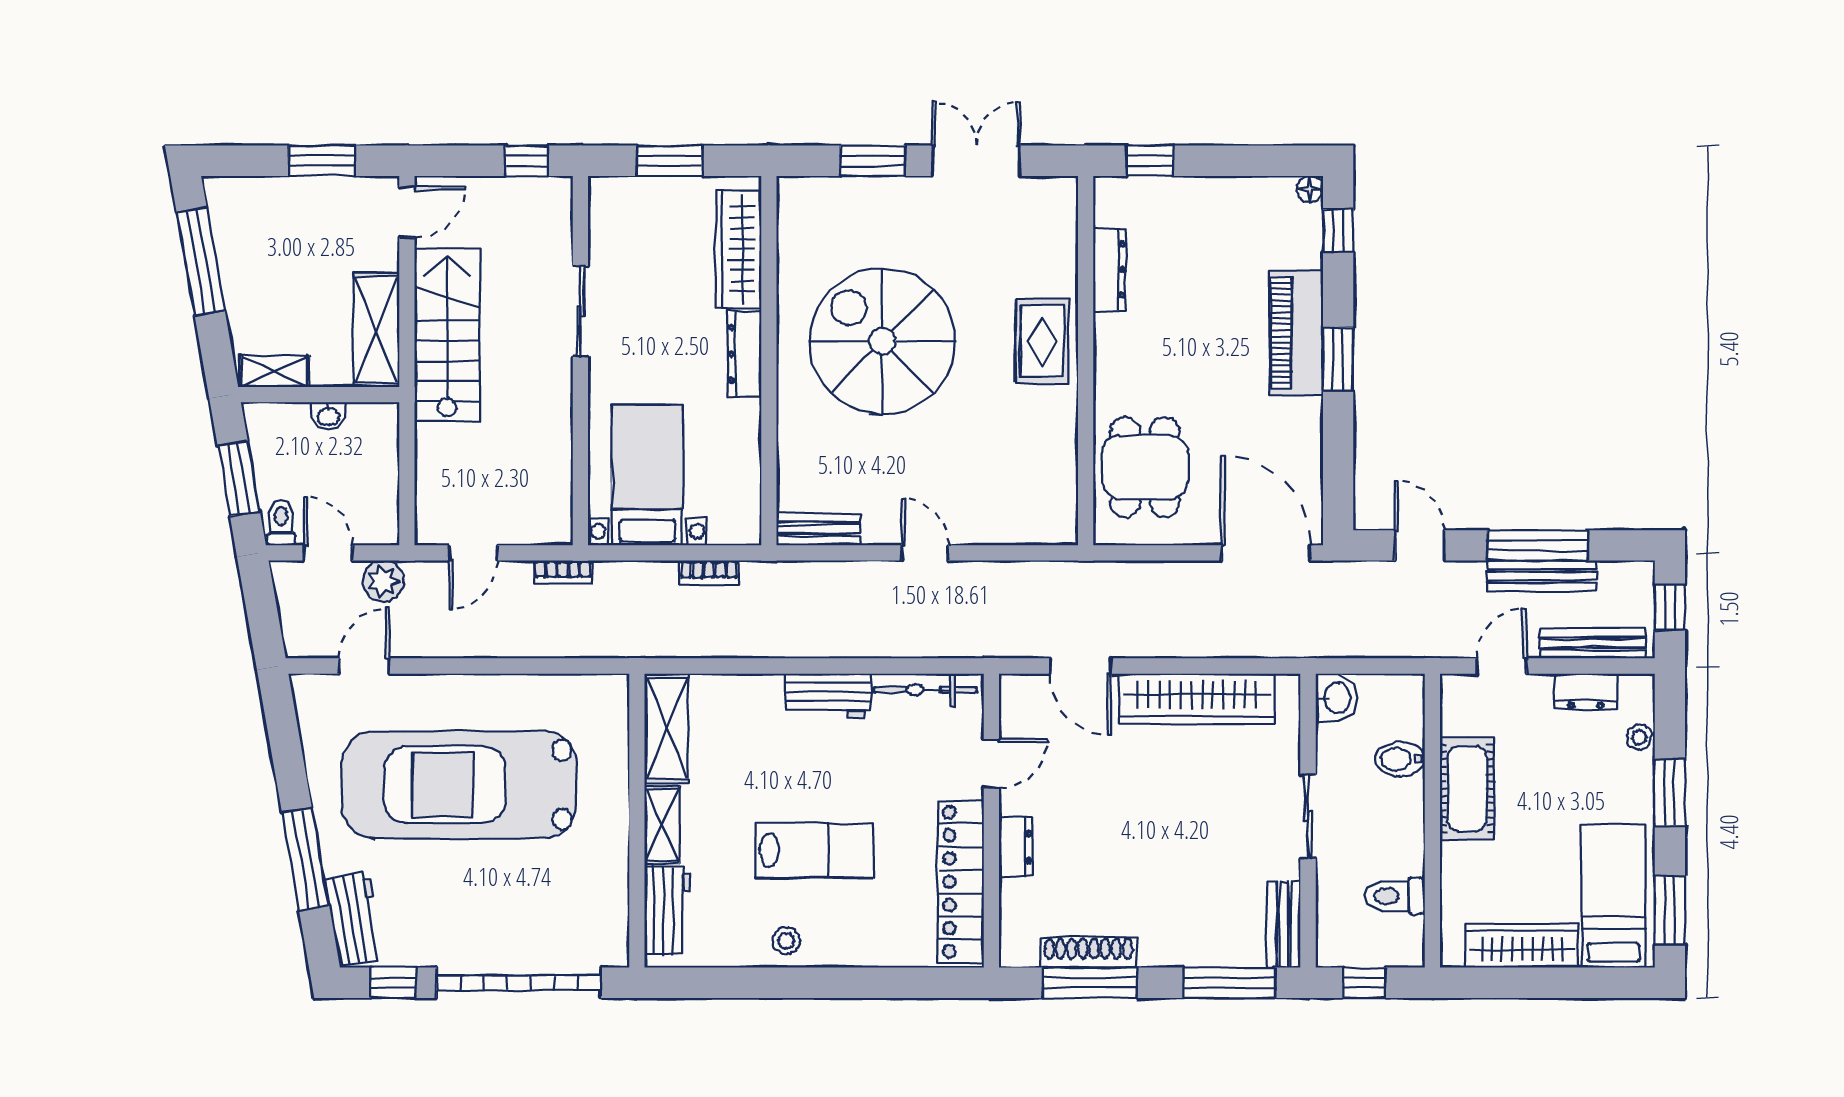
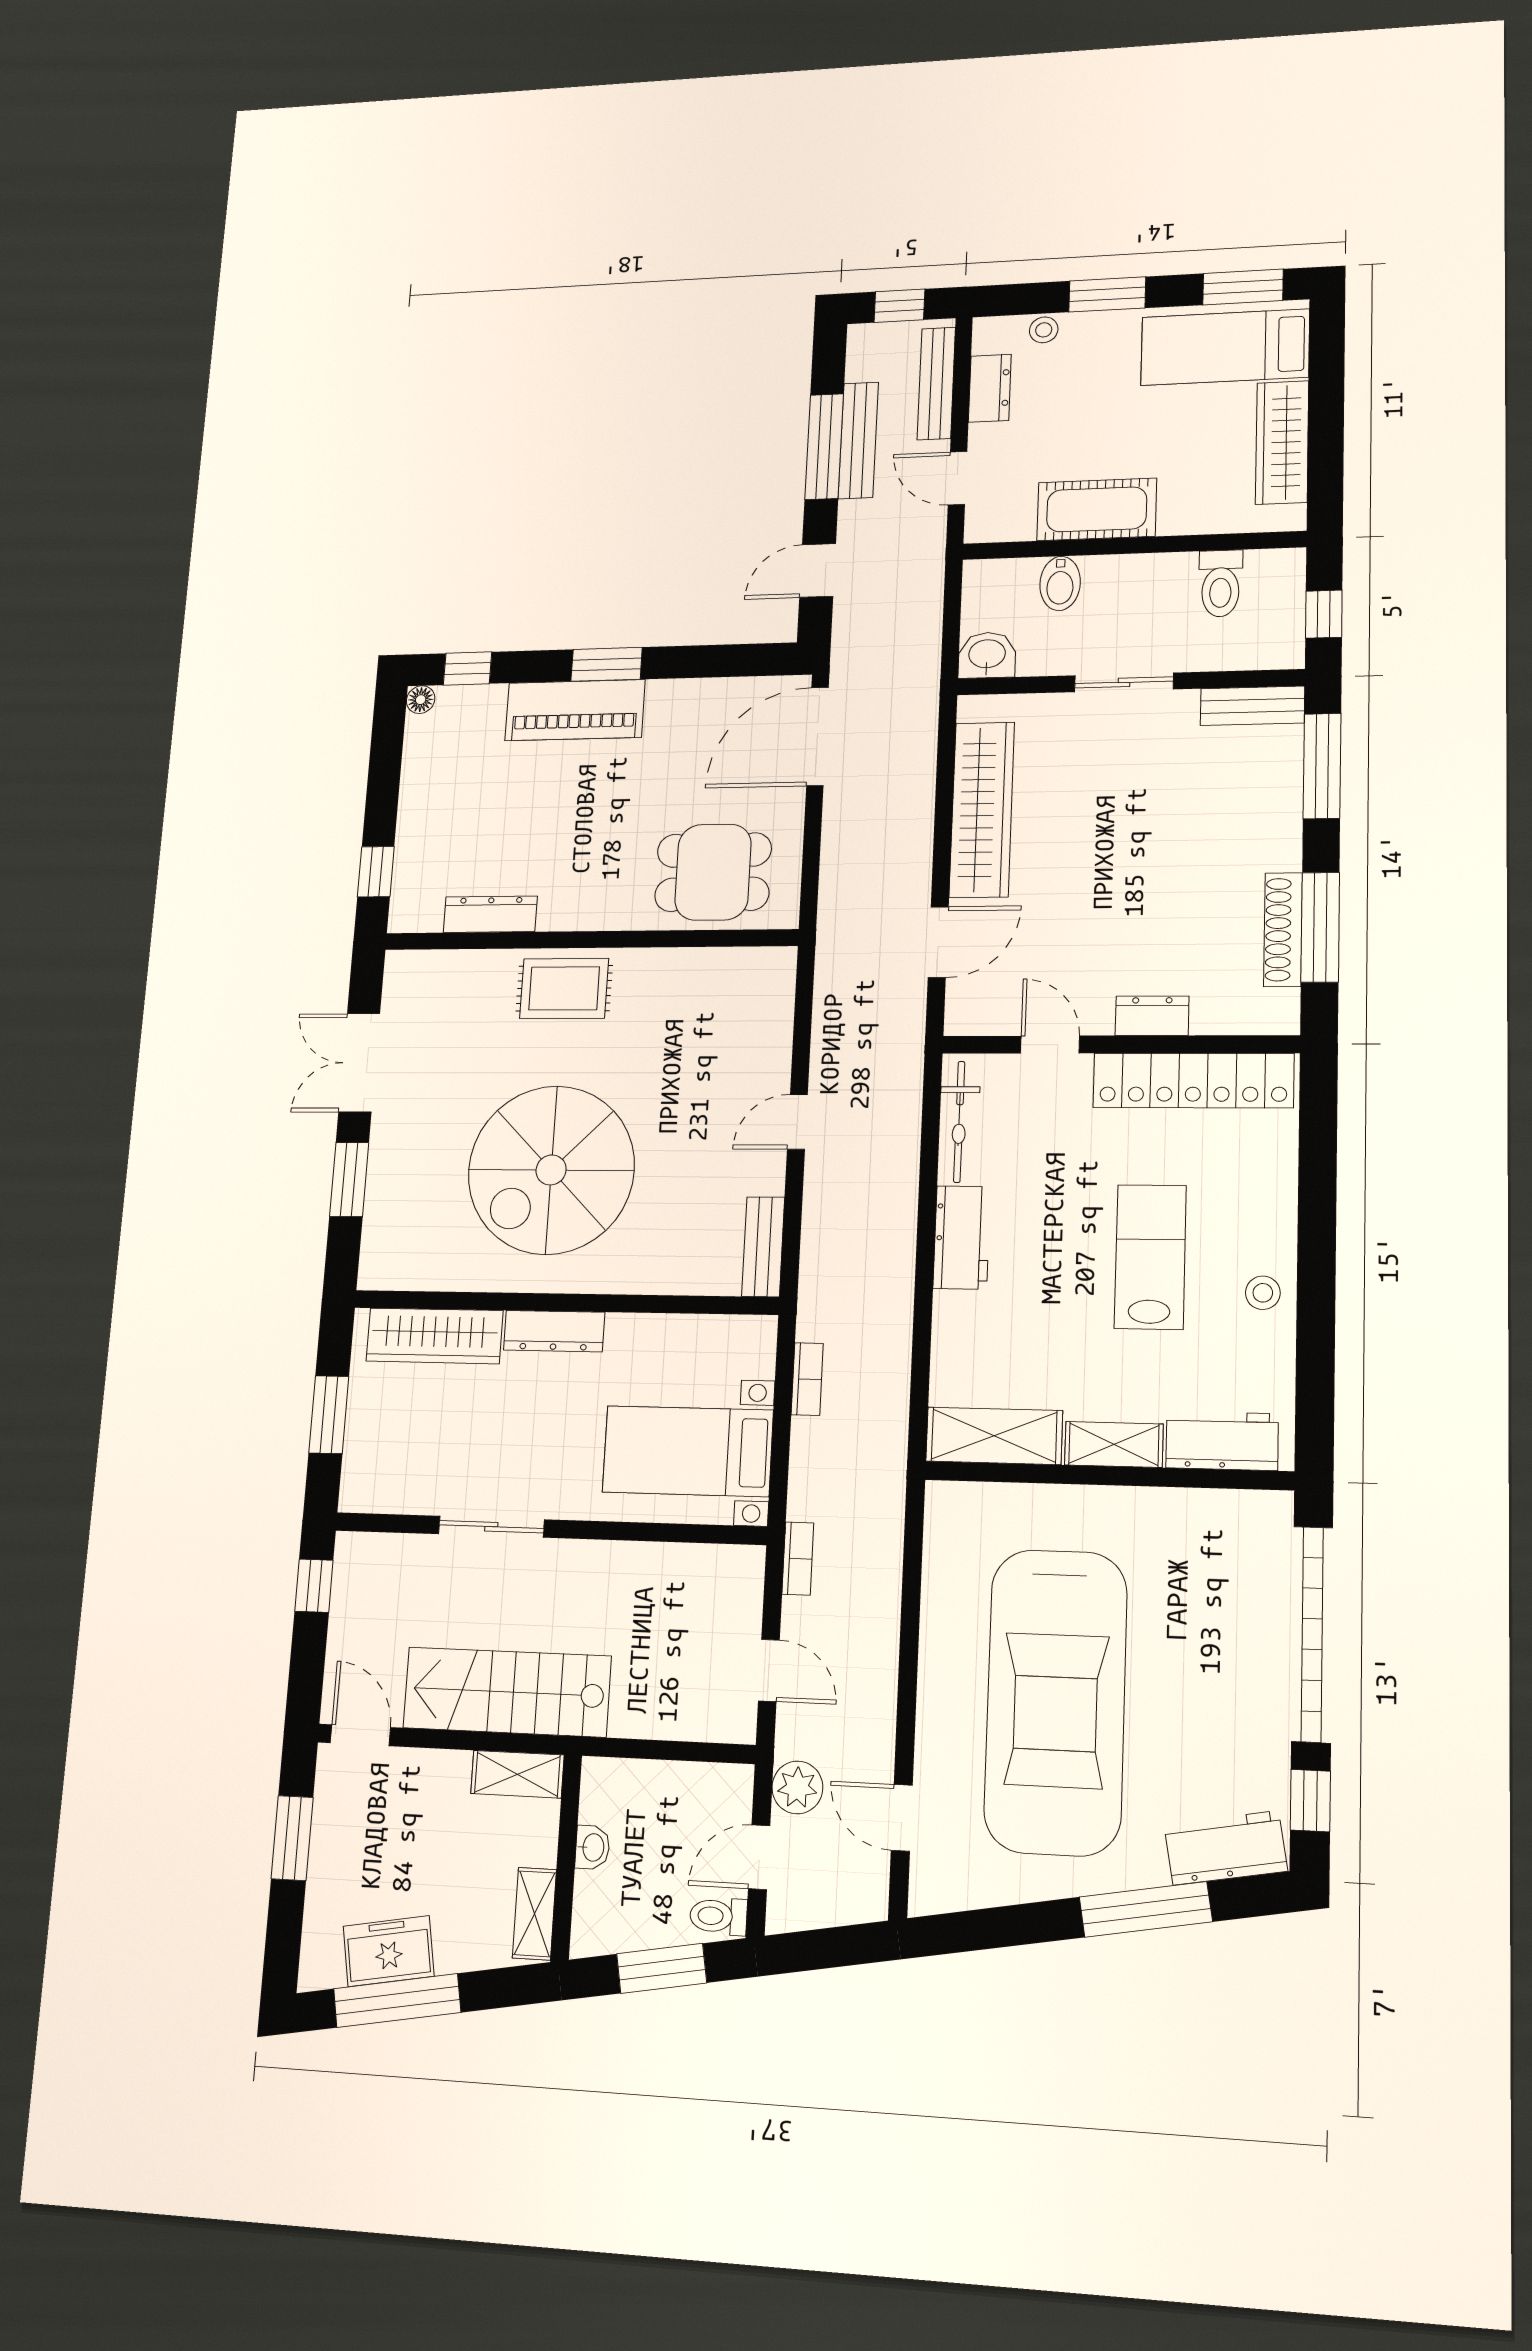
freezer: (238, 251) -> (389, 1951), added
shelving: (377, 330) -> (517, 1774), width x0.67, depth x0.75

